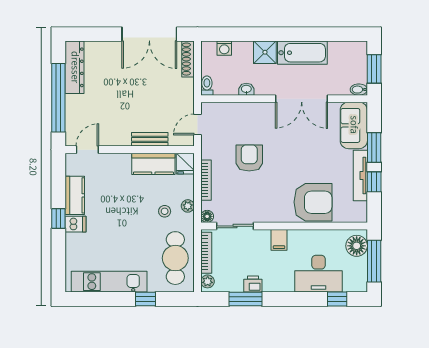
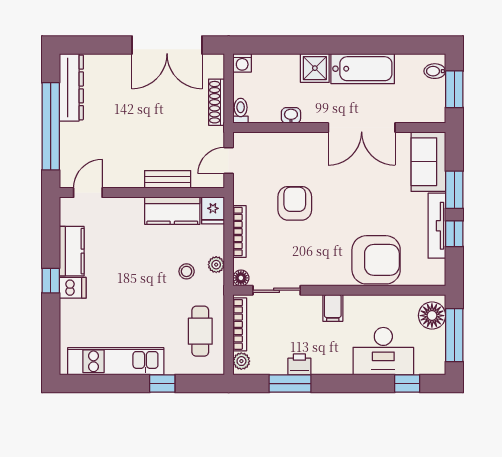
washing machine: (224, 48) -> (242, 63), moved
shoe rack: (188, 59) -> (216, 102), moved
bidet: (359, 90) -> (435, 71), moved
cafe table: (175, 258) -> (200, 331), width x0.73, depth x0.74

